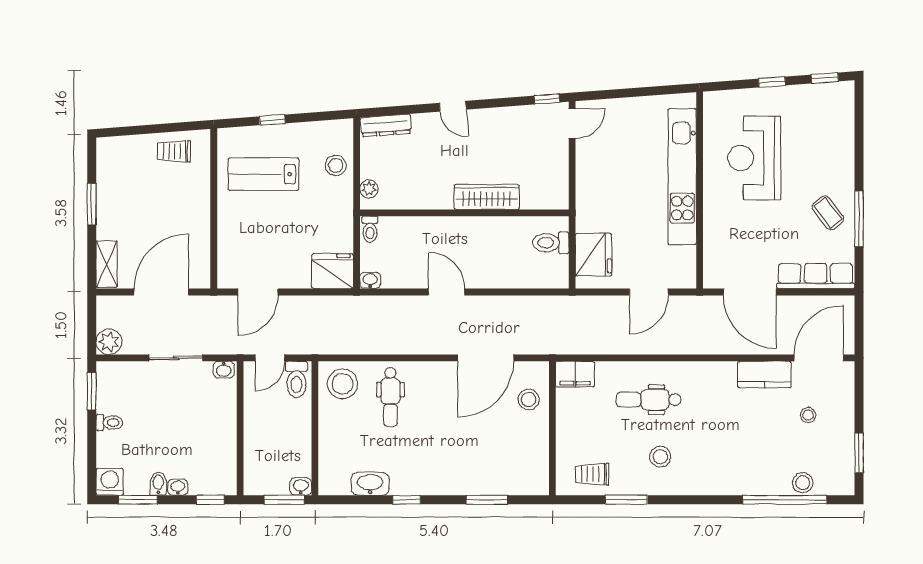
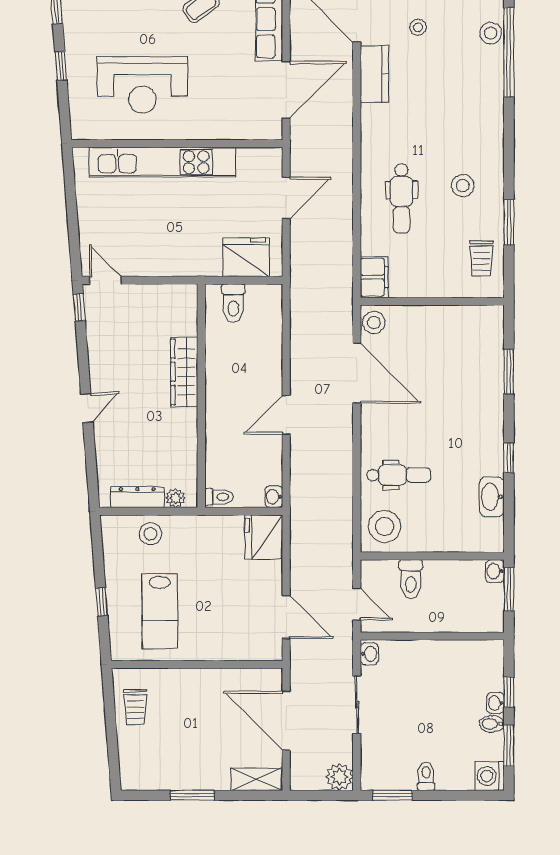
dresser: (386, 125) -> (137, 497), moved, turned -86
door: (649, 292) -> (286, 198), hinge flipped
toilet: (296, 379) -> (411, 579), moved, turned 90
stool: (529, 399) -> (374, 322), moved
window: (210, 500) -> (509, 692), moved

